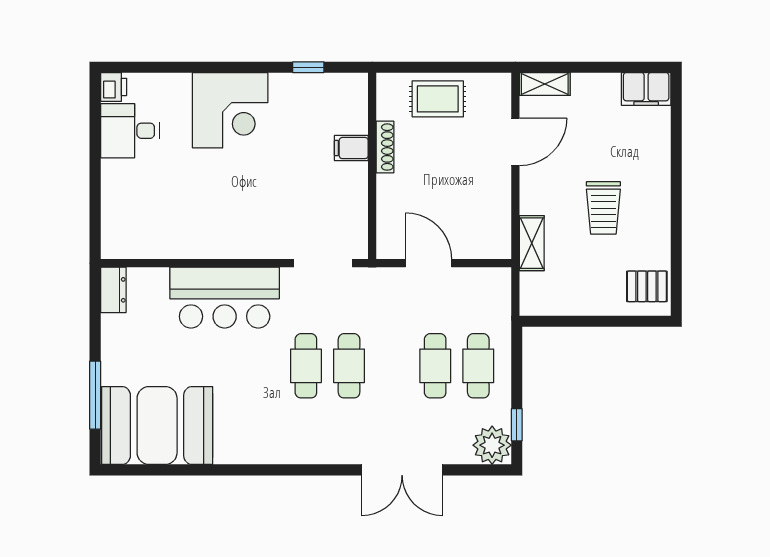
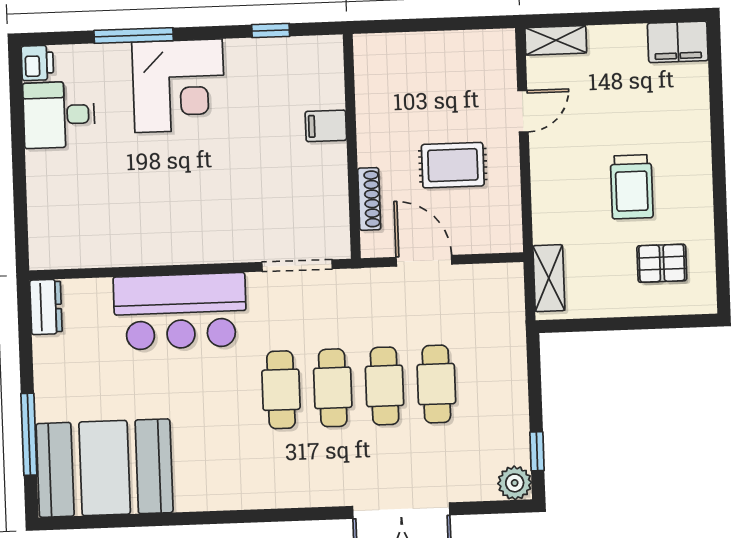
window: (194, 67) -> (134, 36), added
rug: (438, 99) -> (453, 165), moved
door: (515, 142) -> (523, 111), width x0.73
shoe rack: (385, 147) -> (369, 199), moved
shelving: (532, 243) -> (549, 278), moved
pallet: (647, 286) -> (662, 263), moved
cafe table: (478, 366) -> (385, 386), moved
plant: (492, 445) -> (515, 483), width x0.73, depth x0.73

